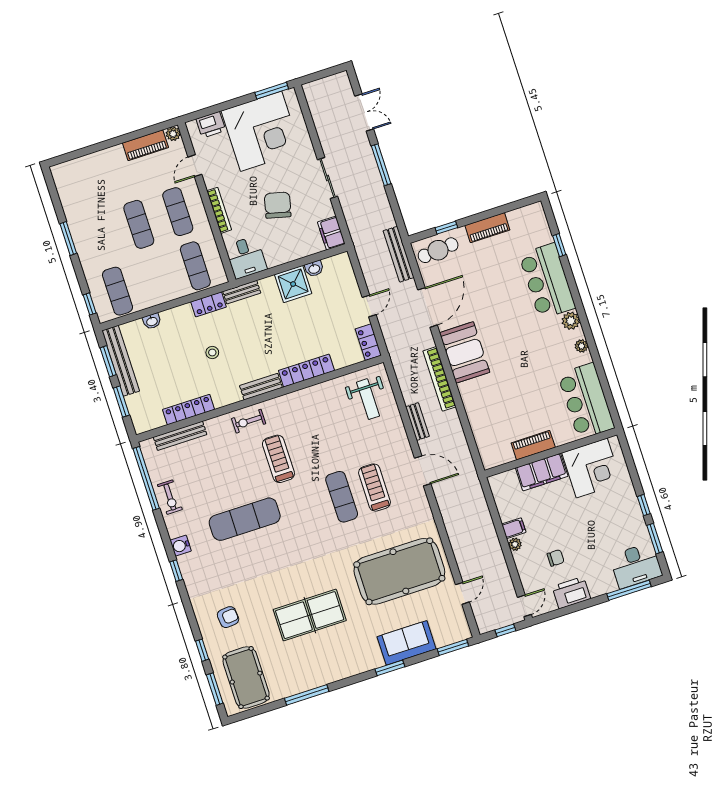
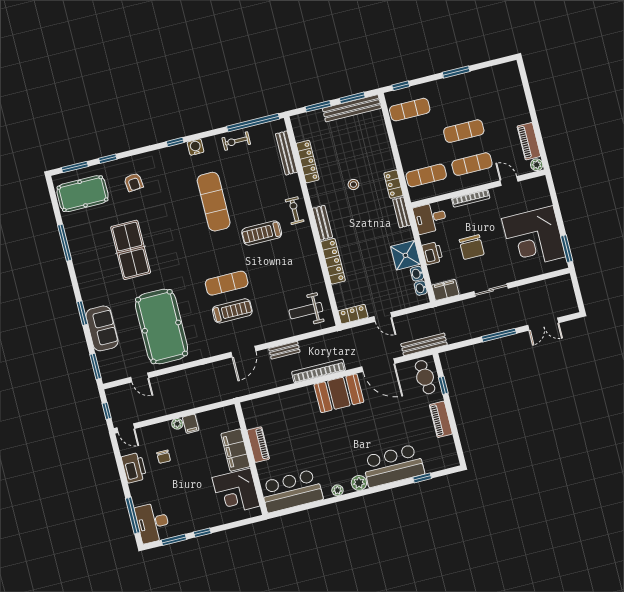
printer: (211, 125) -> (432, 253), moved, turned 180
chair: (278, 205) -> (472, 247), turned 76
washbasin: (152, 321) -> (421, 288), moved
treadmill: (278, 459) -> (262, 233), turned 180

